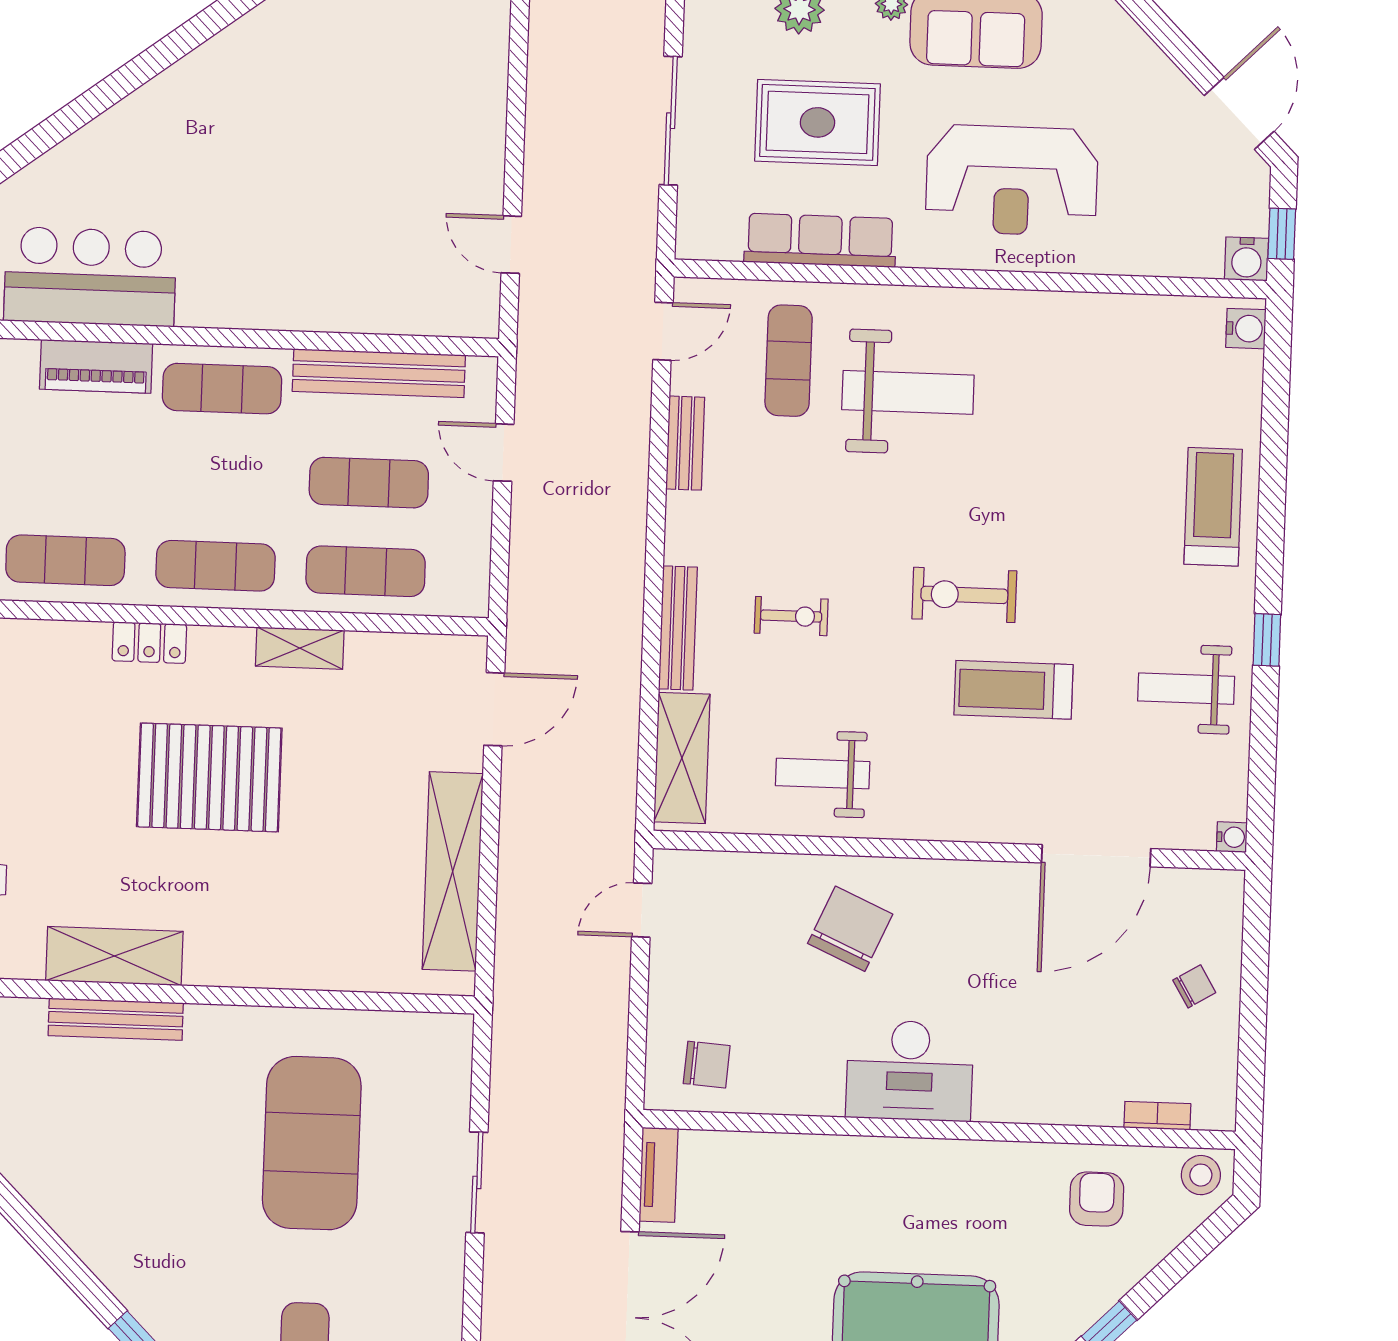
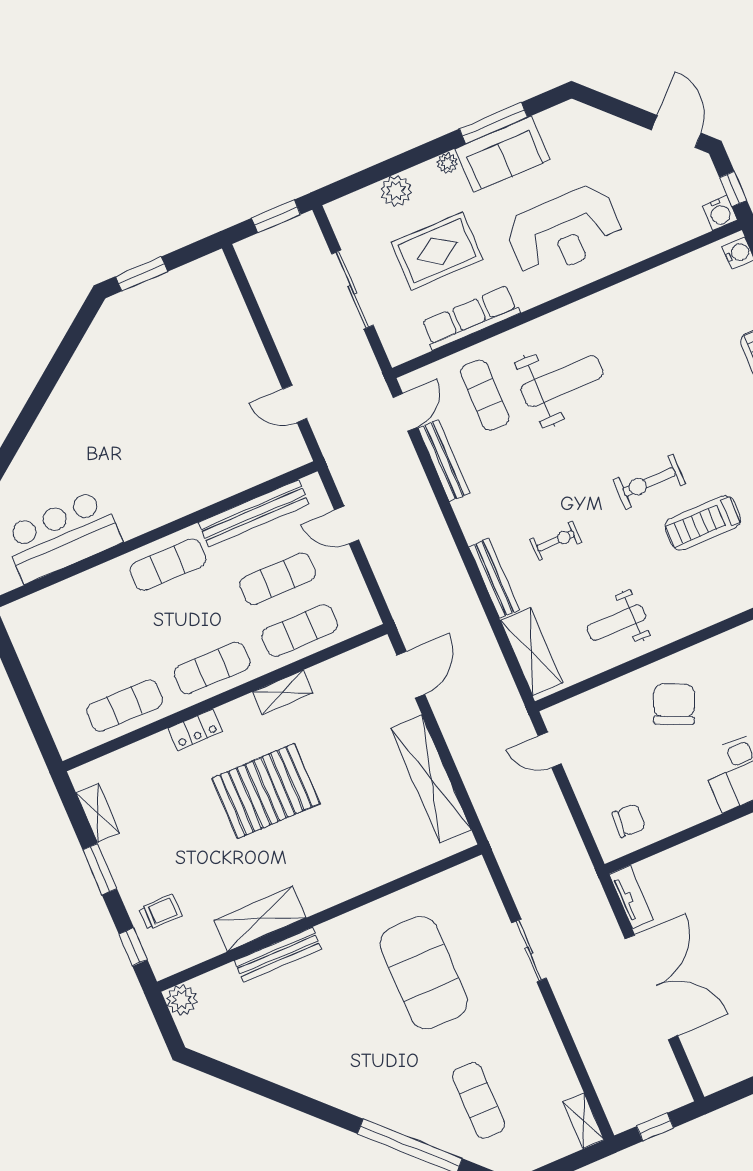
piano: (96, 366) -> (90, 586), removed
bench: (685, 443) -> (444, 461), width x1.36
door: (642, 910) -> (550, 750), hinge flipped

